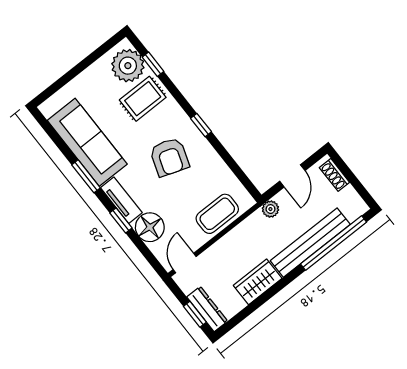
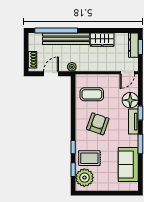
window: (201, 125) -> (73, 147), moved
sofa: (87, 142) -> (128, 164), width x0.73
coffee table: (217, 214) -> (92, 94), moved

